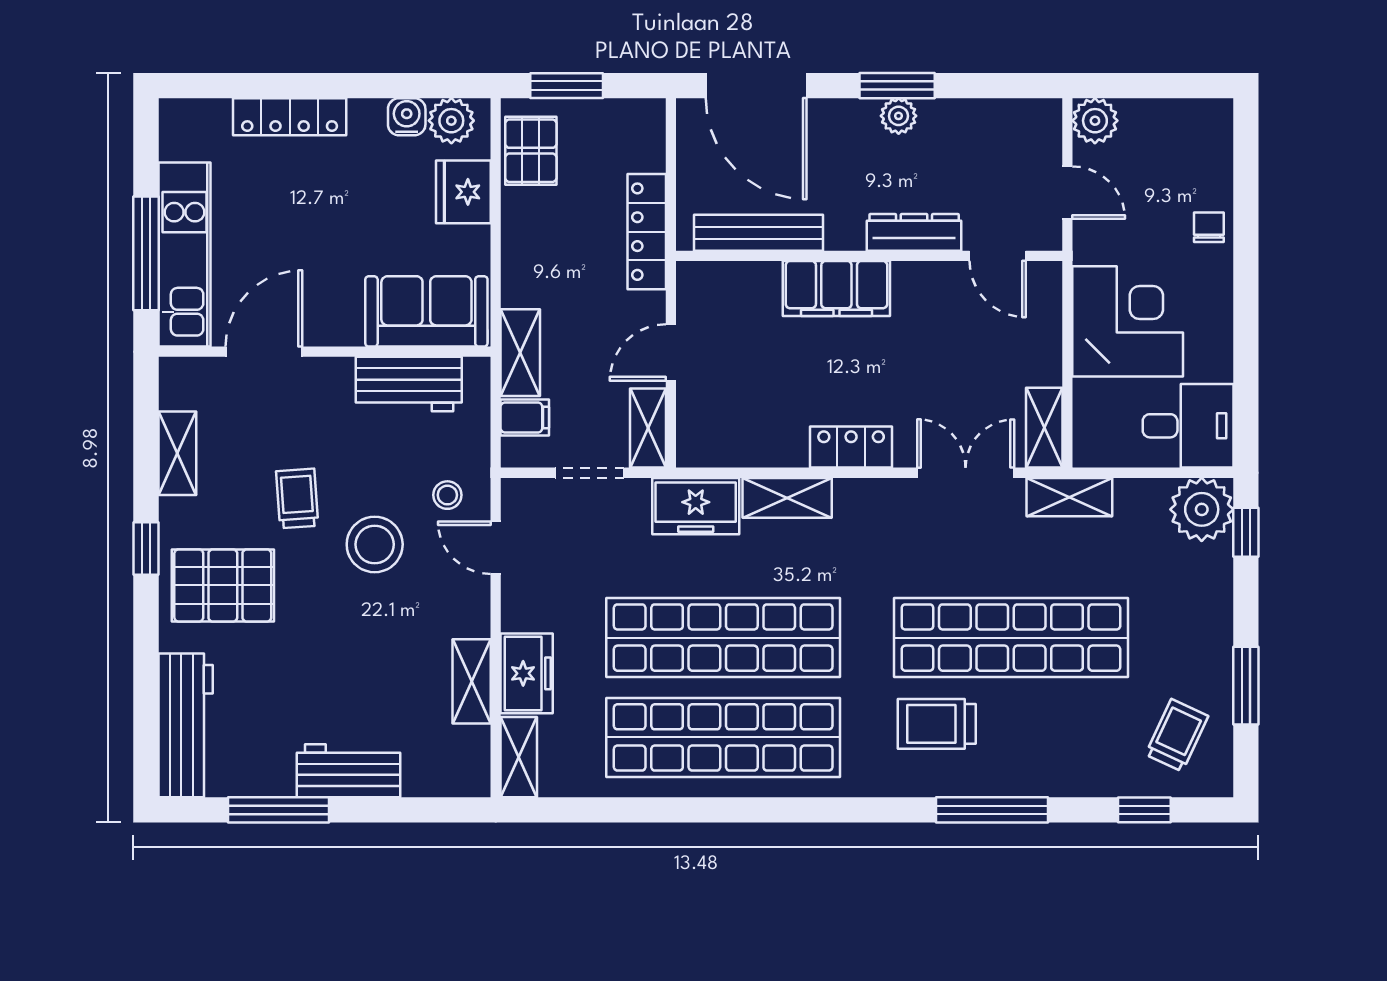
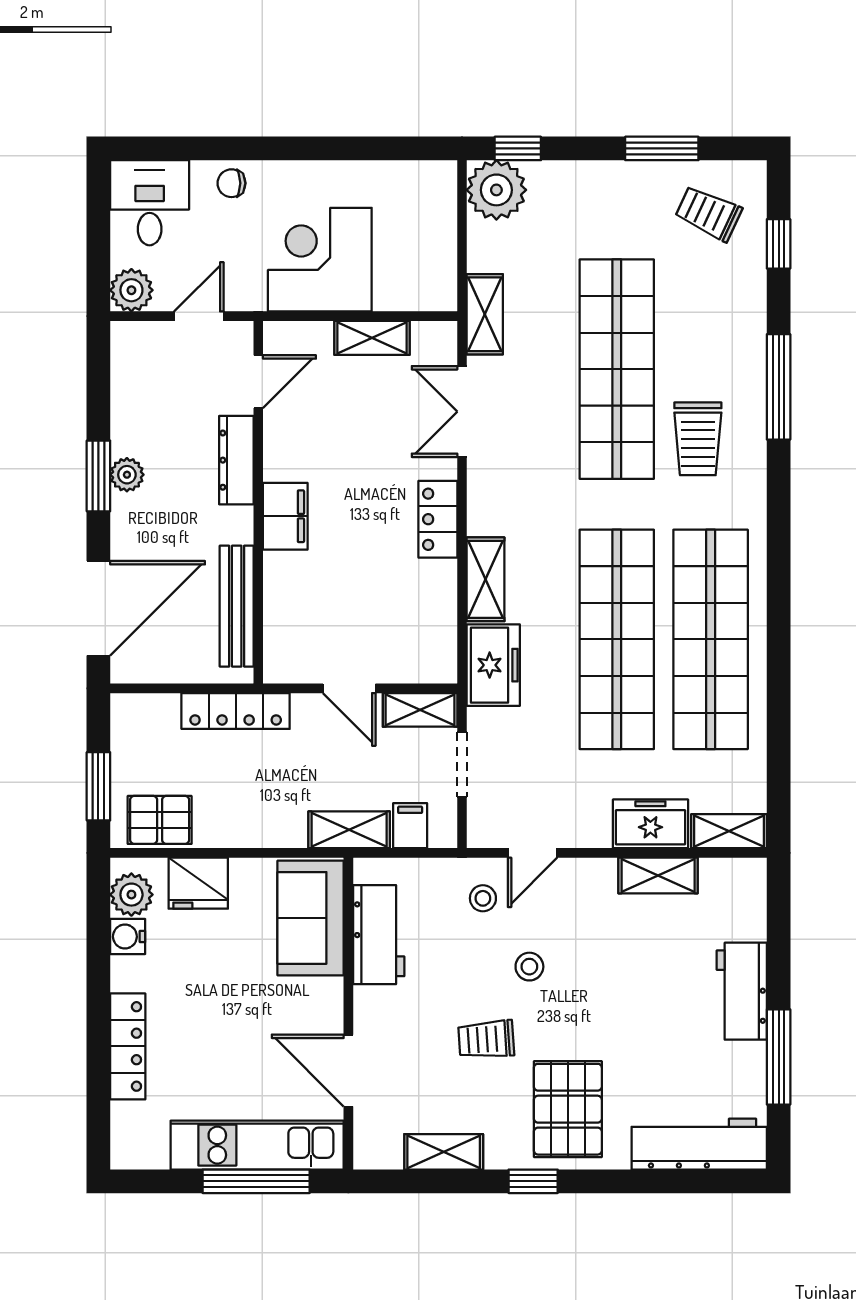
filing cabinet: (836, 288) -> (285, 516), width x0.67, depth x0.86
desk: (1188, 426) -> (150, 203), moved
shelving: (1044, 428) -> (372, 338), moved
stool: (375, 544) -> (529, 967), width x0.53, depth x0.53

